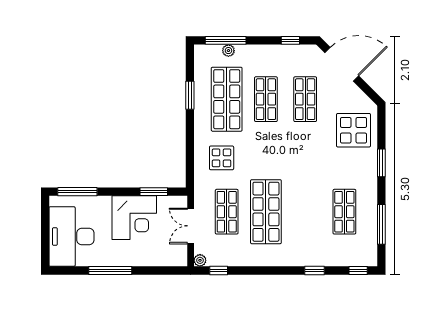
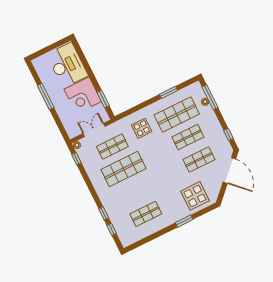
window: (77, 192) -> (81, 55), removed
window: (381, 224) -> (149, 239), removed
desk: (71, 237) -> (67, 65), moved, turned 90
window: (358, 270) -> (112, 229), moved

